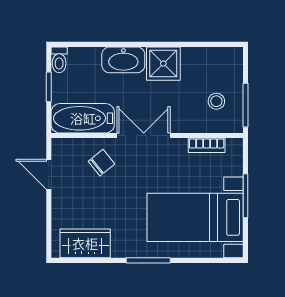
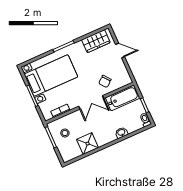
washbasin: (123, 60) -> (121, 133), width x0.52, depth x0.69
shower: (163, 64) -> (88, 144), moved
door: (49, 174) -> (120, 50), moved

